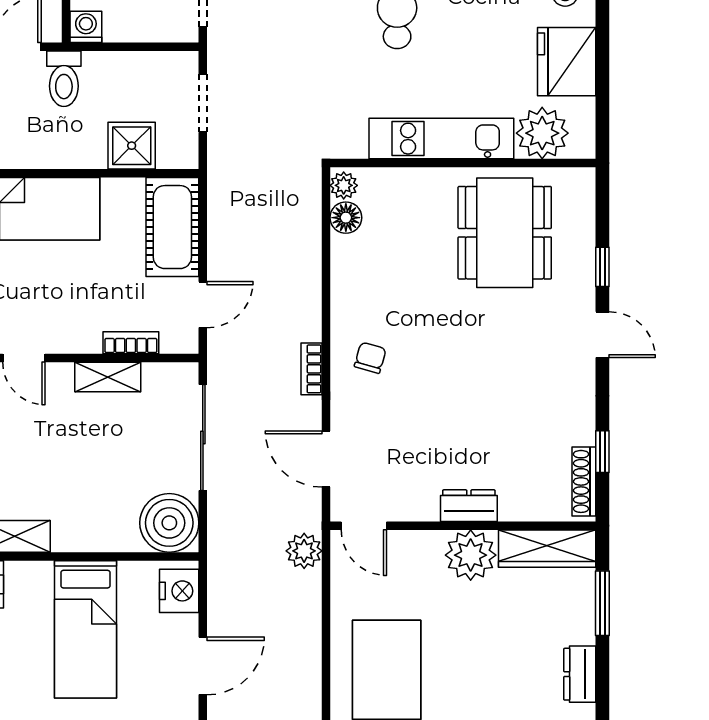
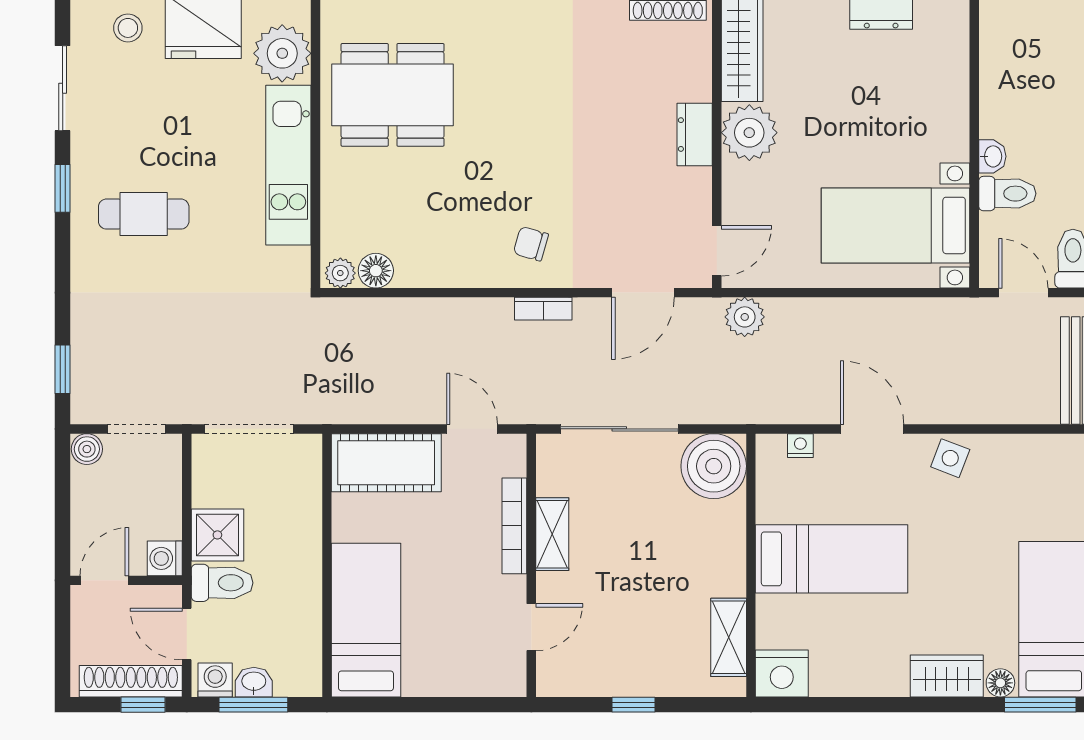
doorway: (203, 103) -> (249, 429), width x1.38
shower: (132, 146) -> (217, 535), moved
bookcase: (131, 343) -> (514, 526), width x1.56
nightstand: (179, 591) -> (800, 446), width x0.53, depth x0.56

